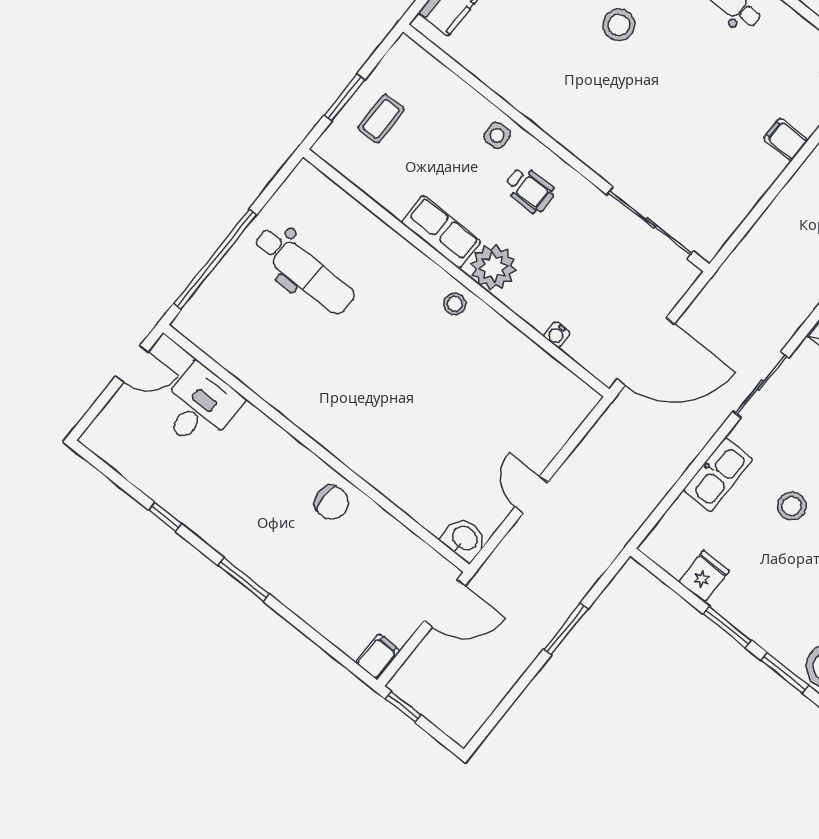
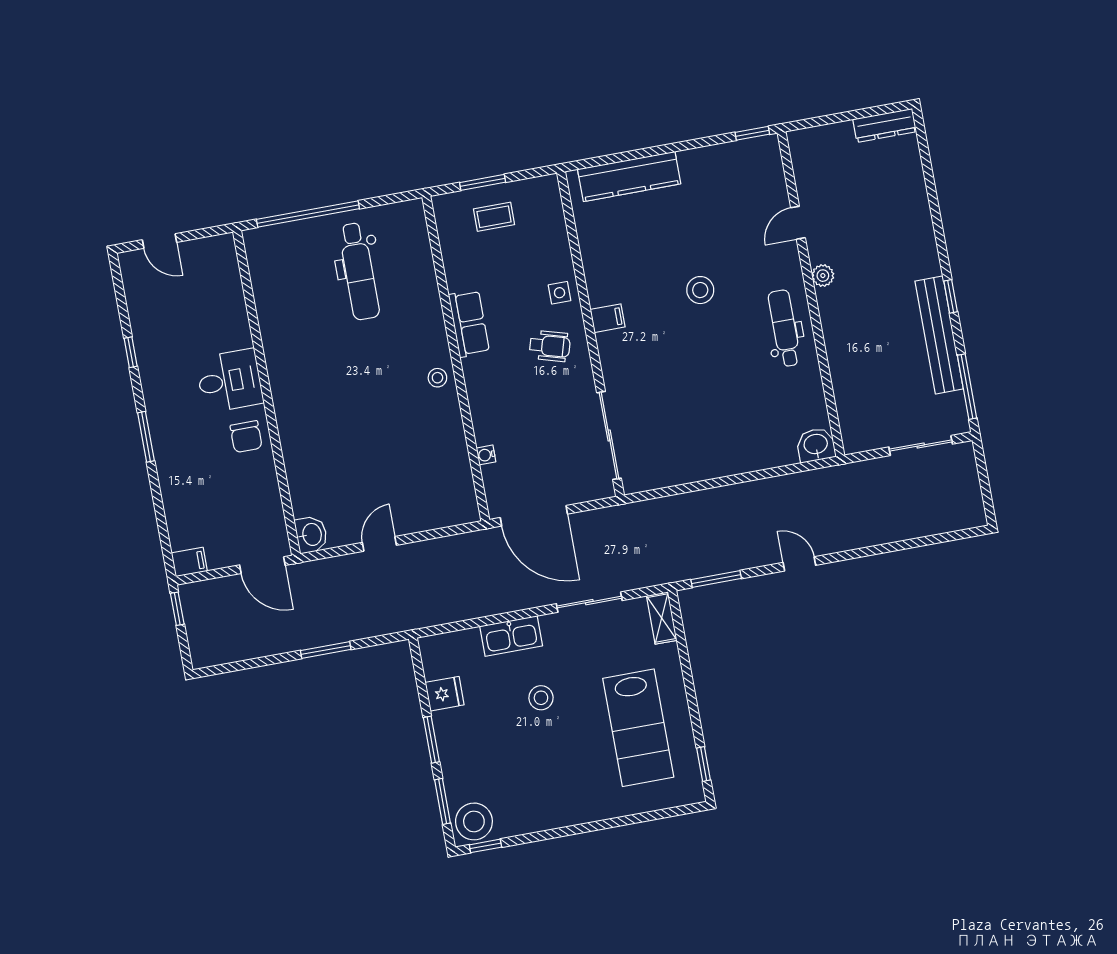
filing cabinet: (786, 139) -> (608, 318), moved, turned 90
wheelchair: (529, 190) -> (550, 346), turned -74
plant: (493, 267) -> (483, 376), removed
door: (132, 364) -> (160, 241), moved
desk: (200, 407) -> (230, 381), moved

